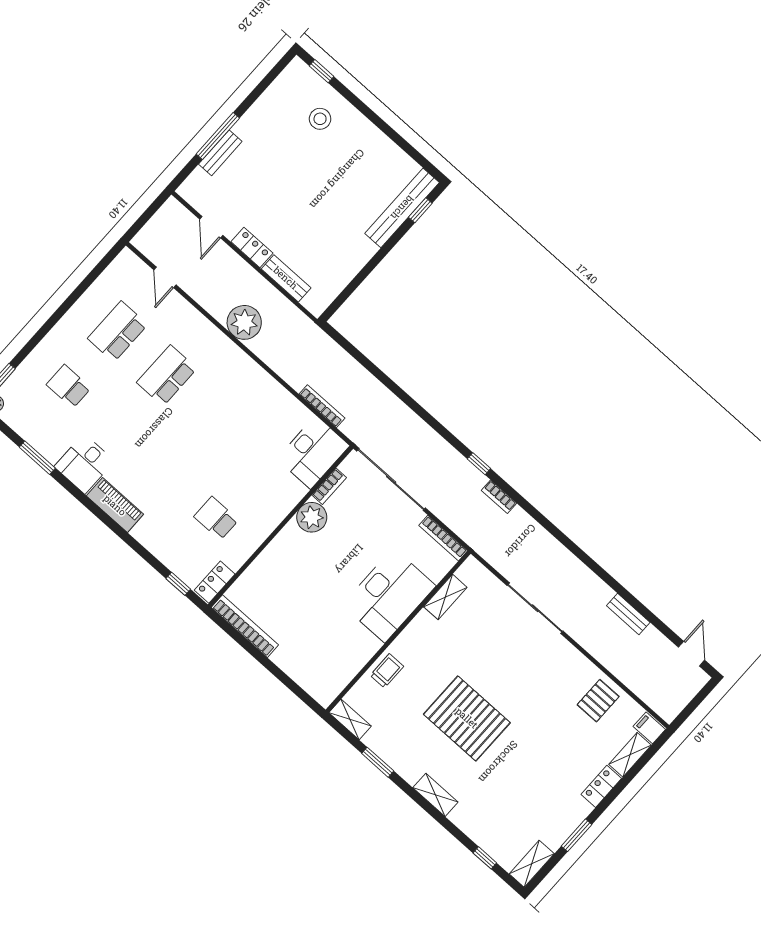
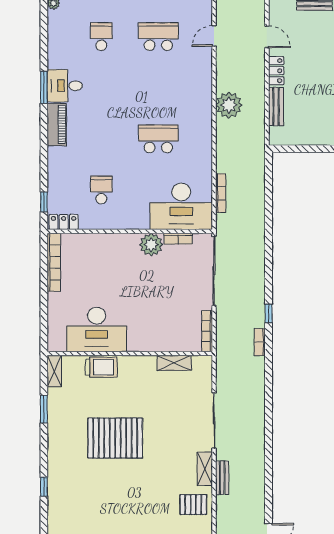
door: (211, 227) -> (267, 37), swing flipped
school desk: (167, 375) -> (158, 139), moved
desk: (313, 452) -> (181, 206), width x1.36, depth x1.30
window: (37, 458) -> (44, 87), moved
desk: (389, 595) -> (97, 330), moved
bench: (628, 614) -> (222, 478), moved
trolley: (387, 671) -> (101, 367), width x1.36, depth x1.39
pallet: (467, 718) -> (115, 438), turned 90
shelving: (435, 795) -> (205, 469), moved
window: (485, 858) -> (44, 487), moved

